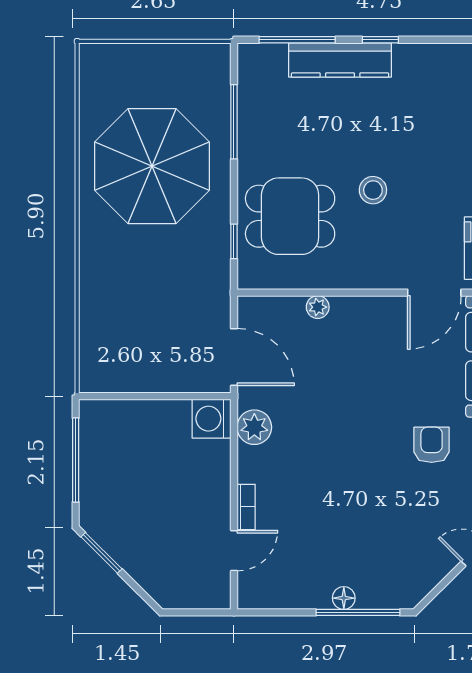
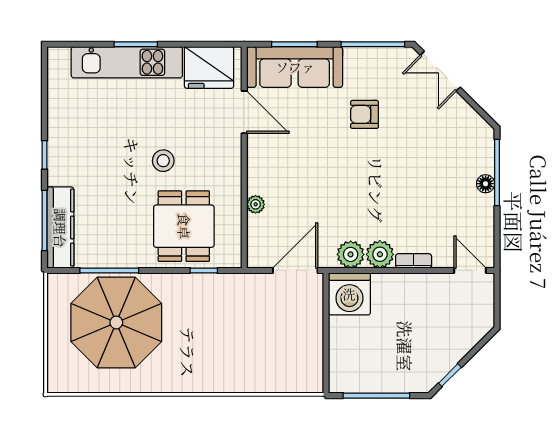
kitchen counter: (340, 60) -> (60, 228), moved
parasol: (152, 166) -> (116, 322), moved
washing machine: (212, 419) -> (349, 294), width x1.37, depth x1.37
plant: (254, 464) -> (380, 254), added
door: (234, 551) -> (470, 270), moved
window: (101, 553) -> (450, 375), width x0.67

